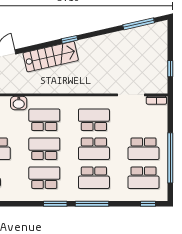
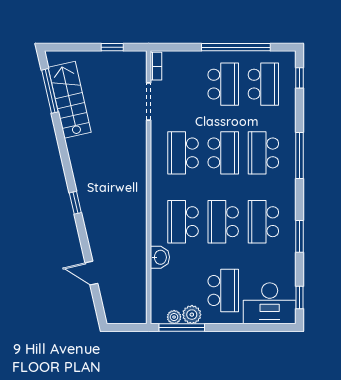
window: (70, 39) -> (75, 203), moved
stairs: (51, 57) -> (70, 100), moved
school desk: (94, 178) -> (263, 153), turned 180
window: (55, 204) -> (300, 236), moved

